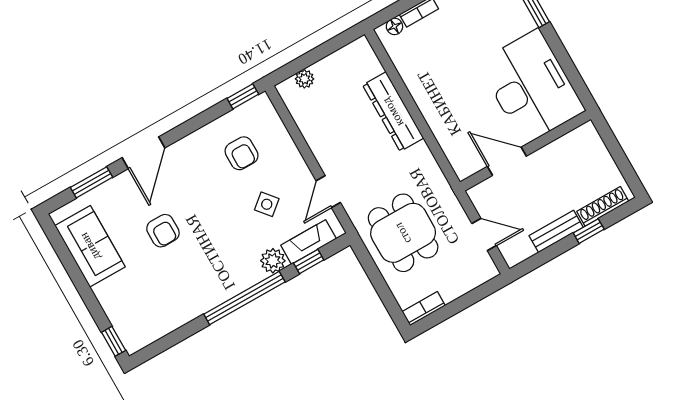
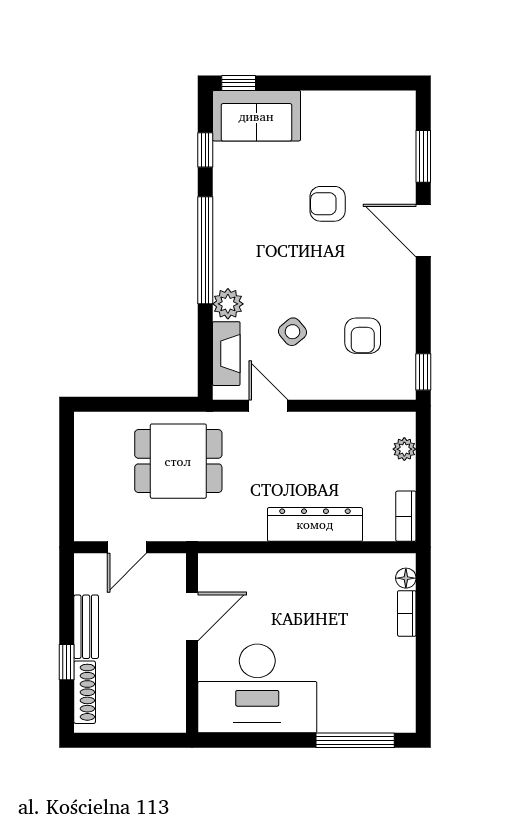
armchair: (242, 153) -> (363, 336), turned -90
sofa: (90, 246) -> (256, 116), moved
window: (309, 261) -> (205, 150), moved
bookcase: (424, 309) -> (406, 516), moved, turned 180

